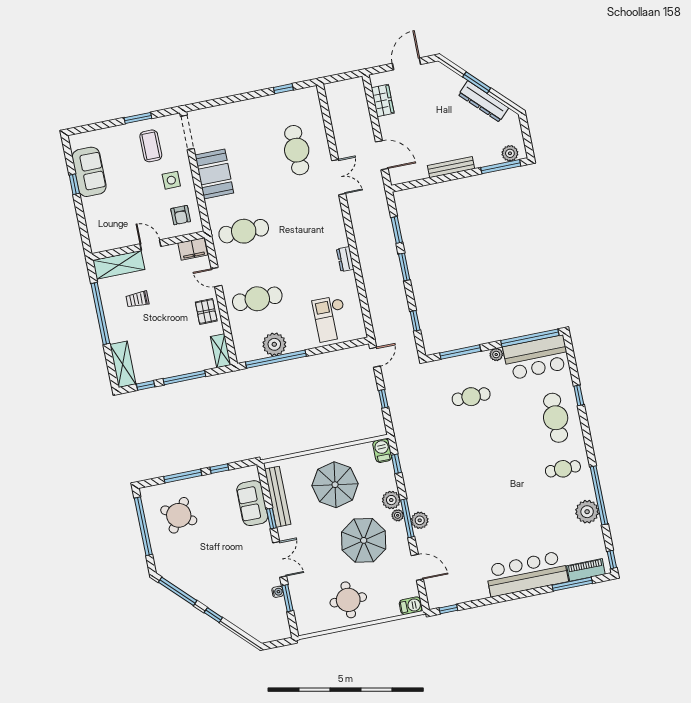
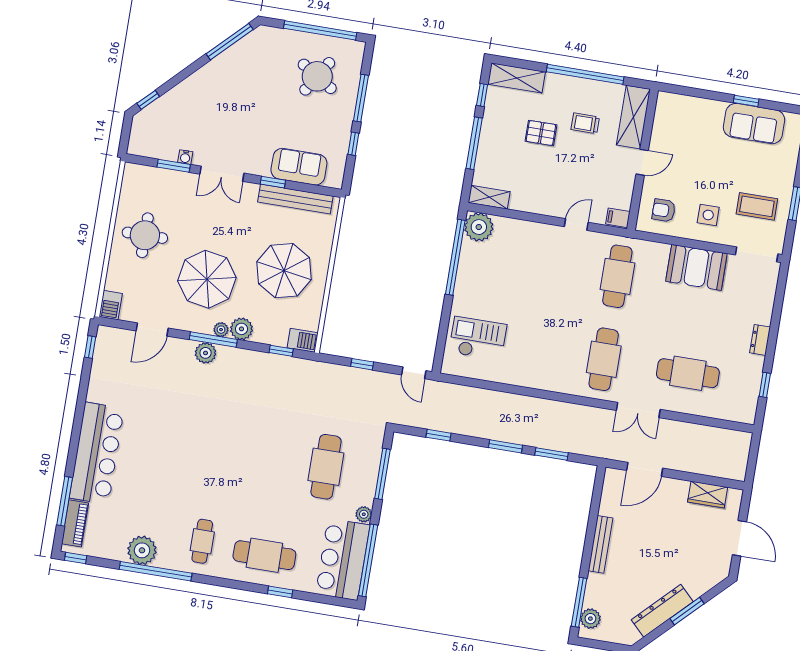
filing cabinet: (193, 249) -> (618, 218), width x0.50
dresser: (345, 259) -> (760, 340), moved, turned -90
trolley: (137, 299) -> (585, 123), turned -90
cafe table: (257, 299) -> (604, 359), moved
pallet: (206, 311) -> (541, 133), moved
plant: (274, 344) -> (479, 227), moved
cafe table: (471, 397) -> (326, 467), width x1.37, depth x1.35
window: (213, 615) -> (148, 100), moved

